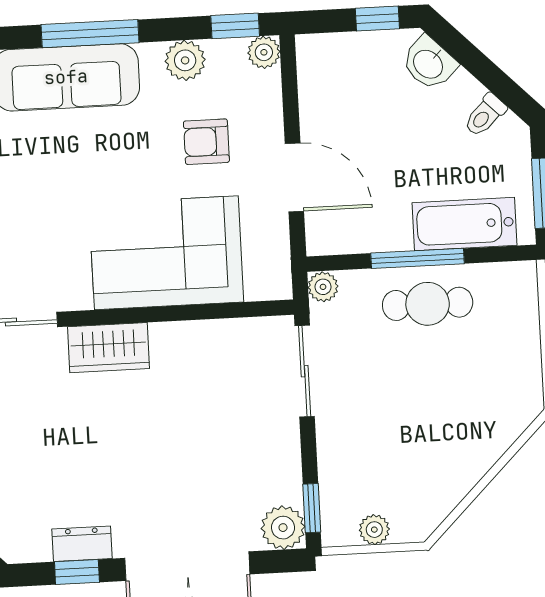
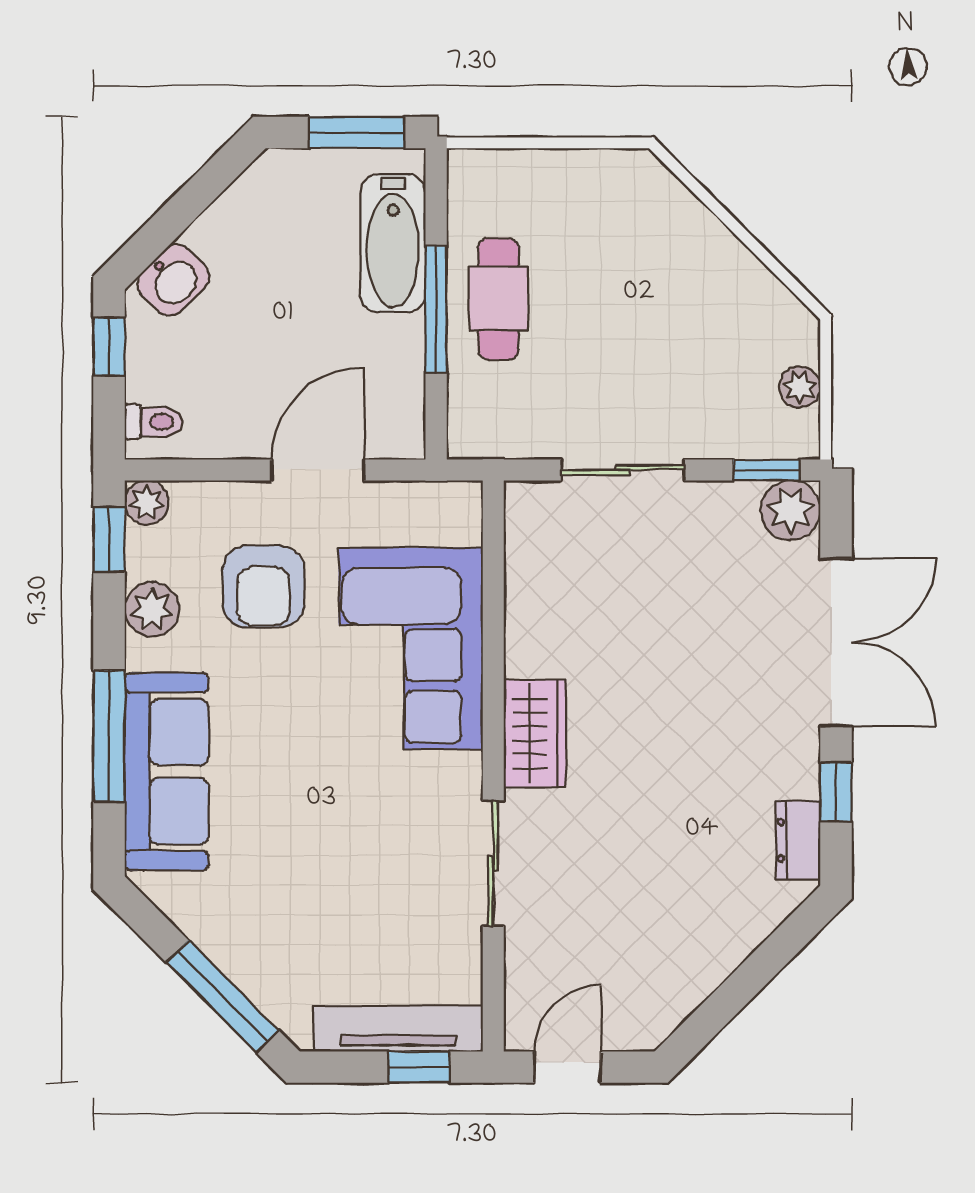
toilet: (485, 115) -> (154, 422), moved, turned -45
armchair: (206, 142) -> (263, 586), width x1.38, depth x1.38
plant: (323, 287) -> (468, 439), removed
sliding door: (305, 371) -> (623, 470), moved
dresser: (82, 544) -> (798, 840), moved

